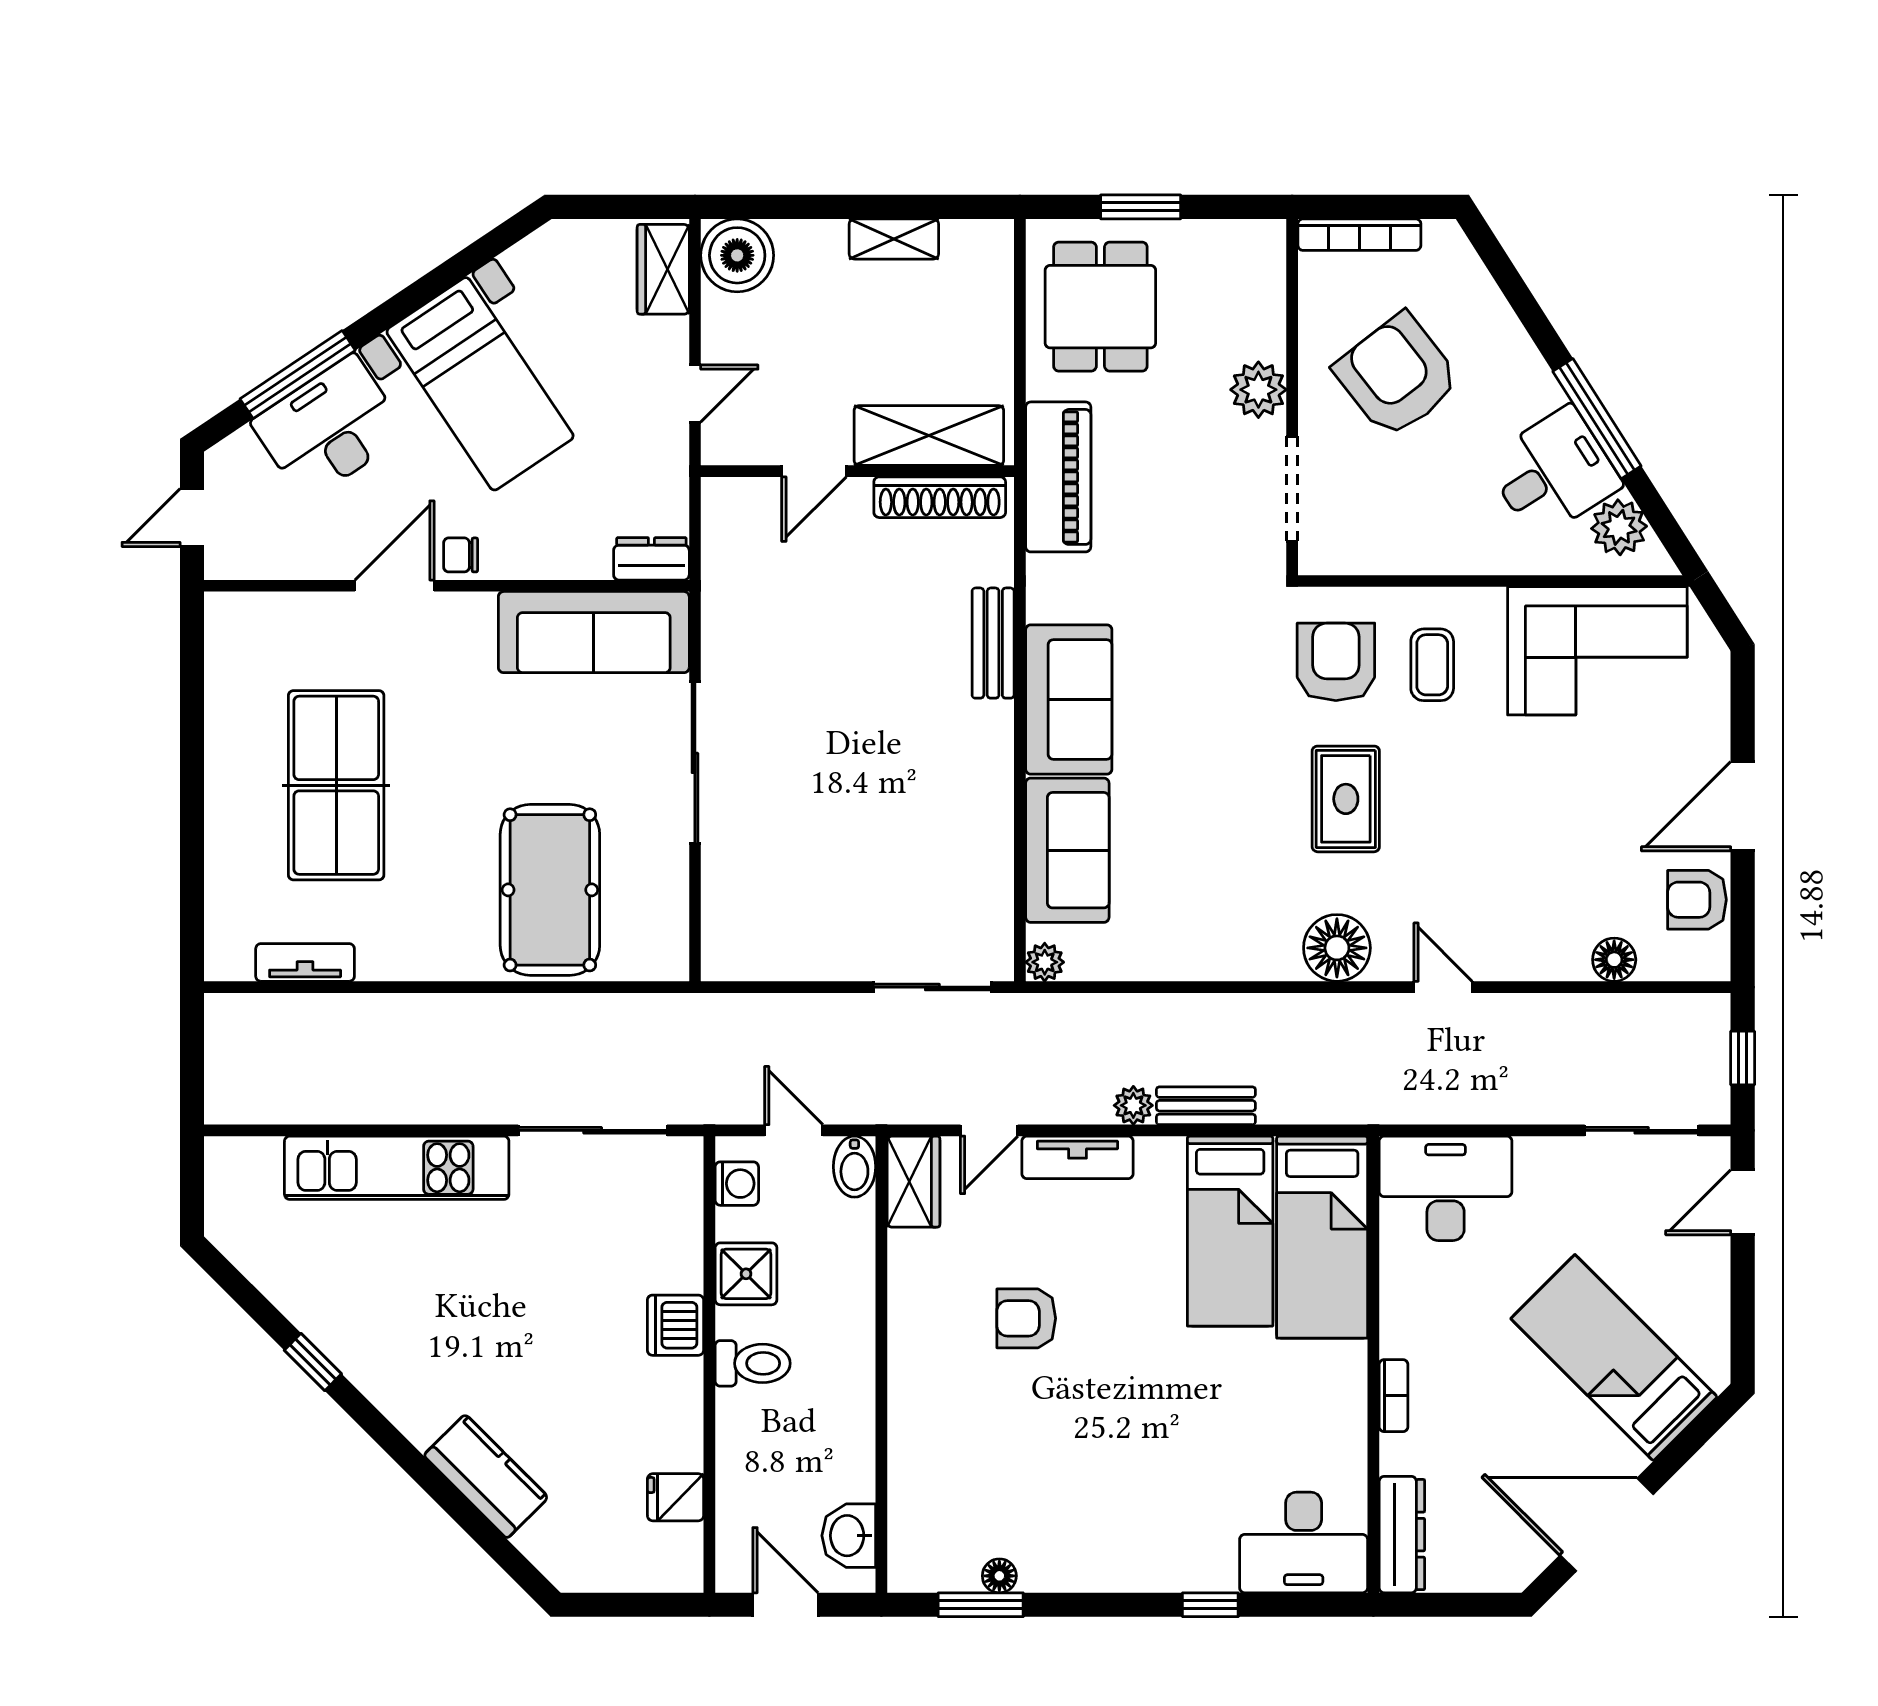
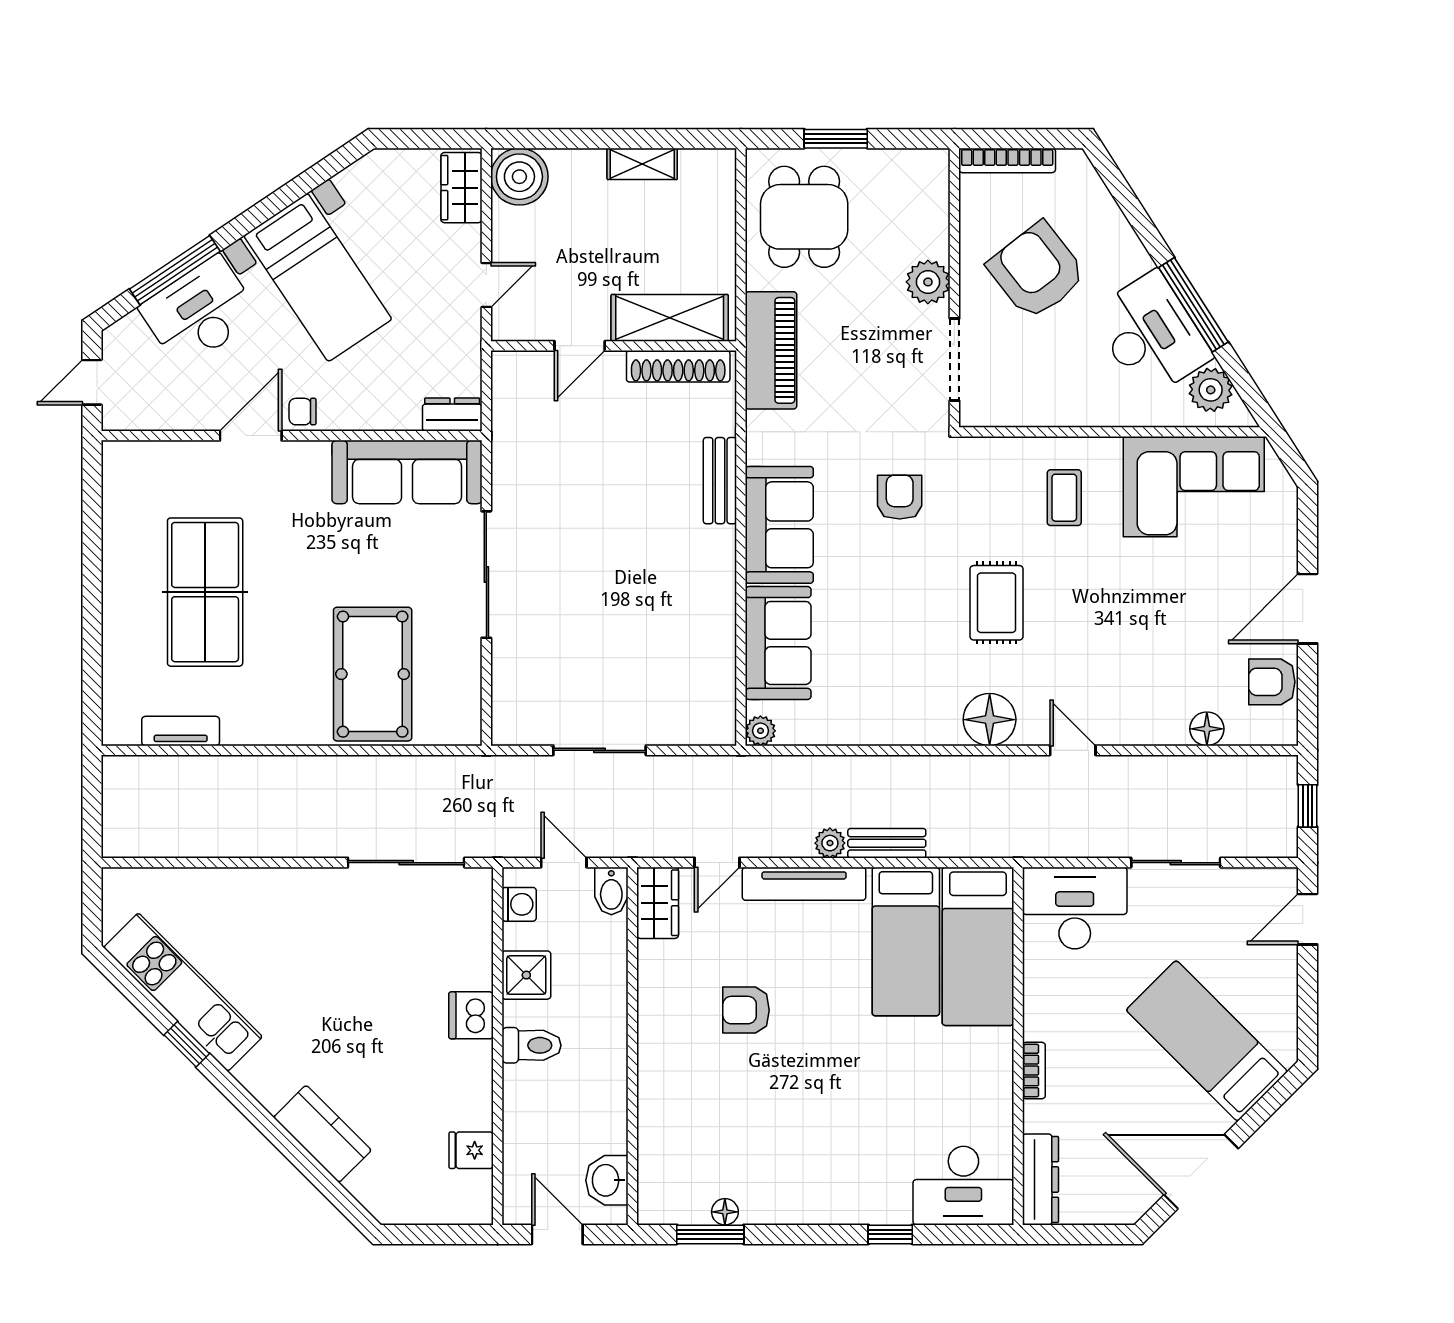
desk: (1553, 472) -> (1151, 335), width x1.37
armchair: (1336, 662) -> (900, 497), moved, width x0.72, depth x0.72
sliding door: (932, 987) -> (600, 750), moved
sliding door: (1642, 1130) -> (1176, 863), moved
tv unit: (1077, 1157) -> (804, 884), width x1.41
kitchen unit: (397, 1168) -> (183, 992), moved, turned -135

